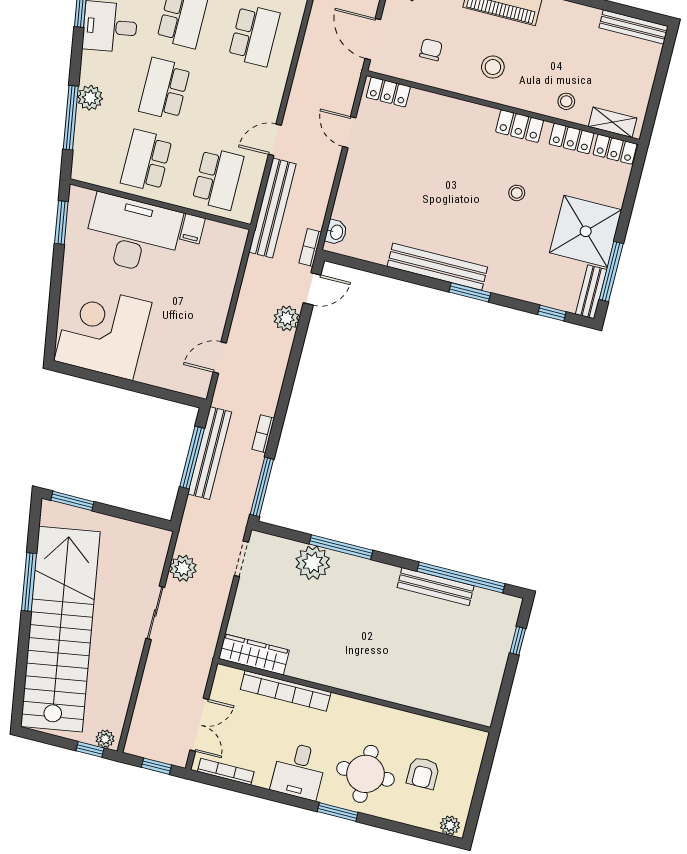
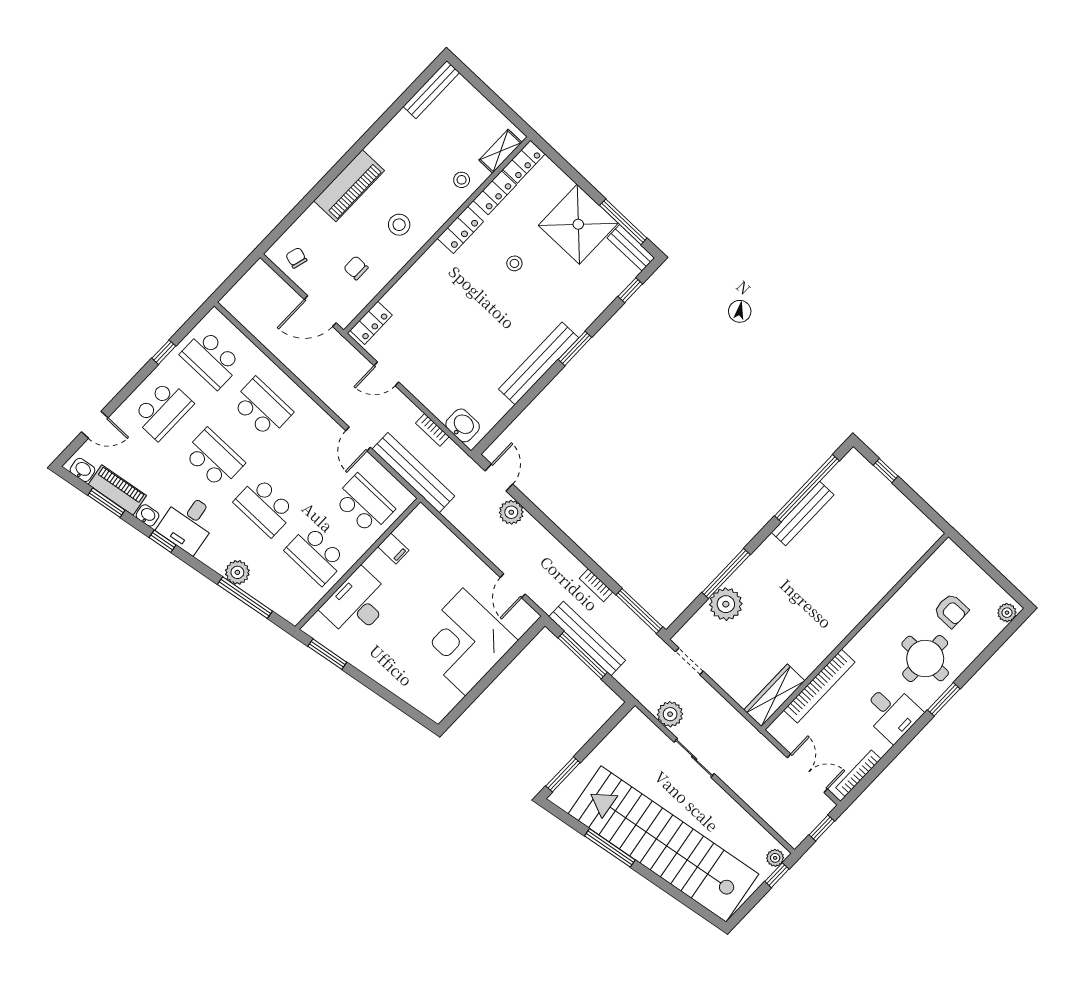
washbasin: (336, 232) -> (463, 425), width x1.38, depth x1.45
desk: (133, 234) -> (357, 604), width x0.73, depth x0.77
bookcase: (310, 248) -> (432, 430), moved
corner desk: (103, 332) -> (464, 642), moved

